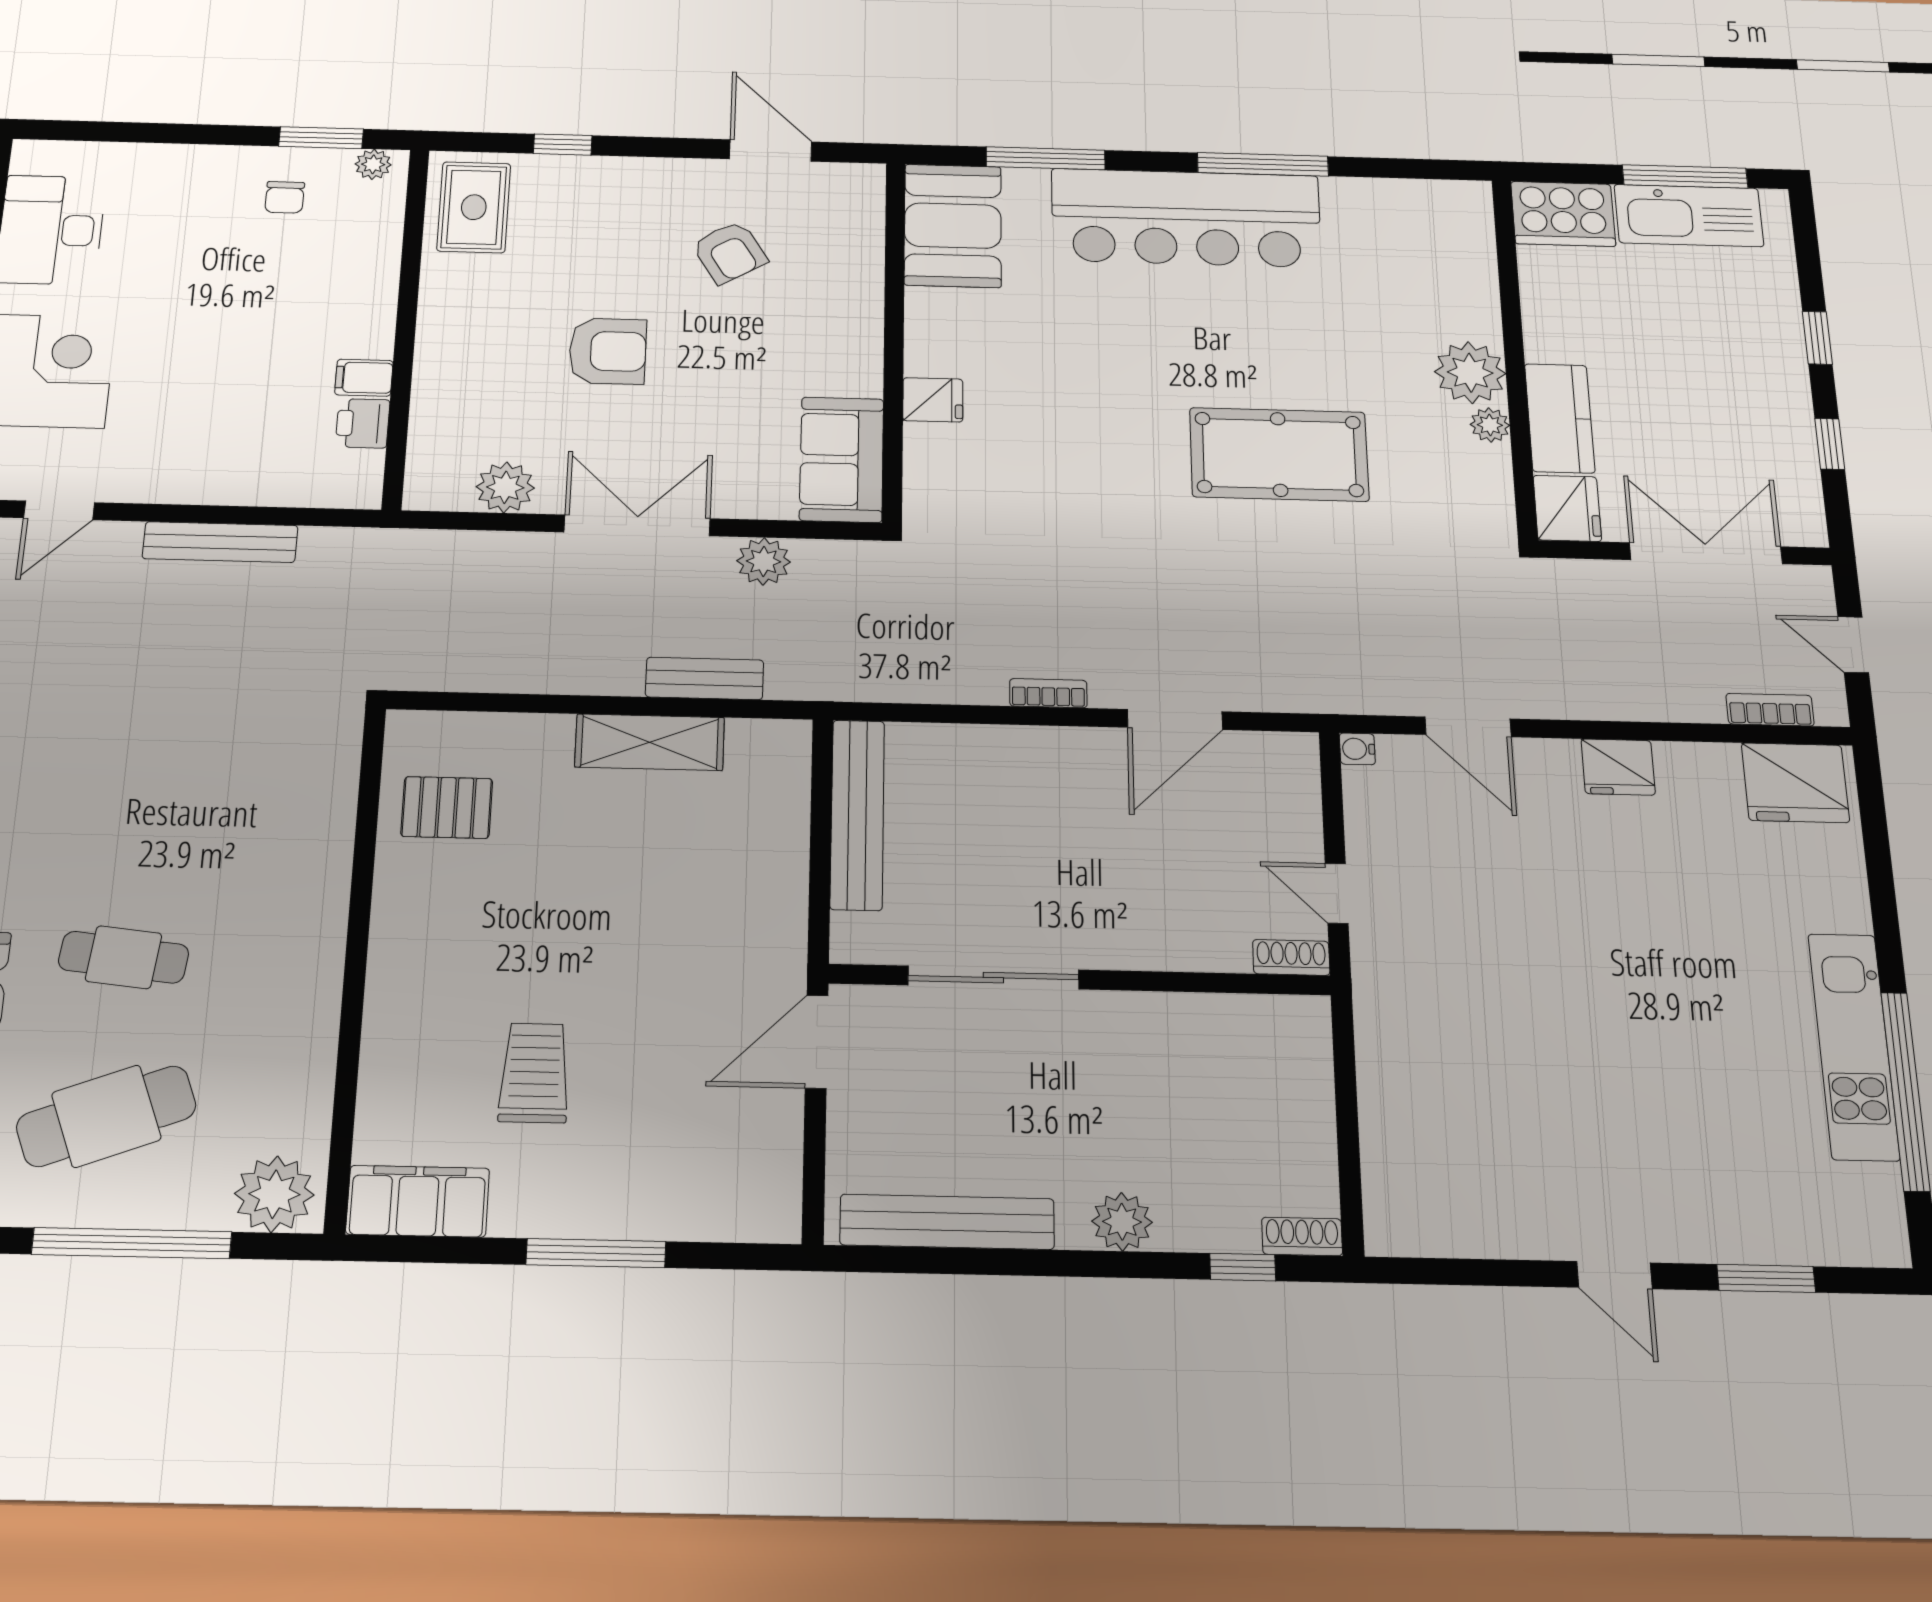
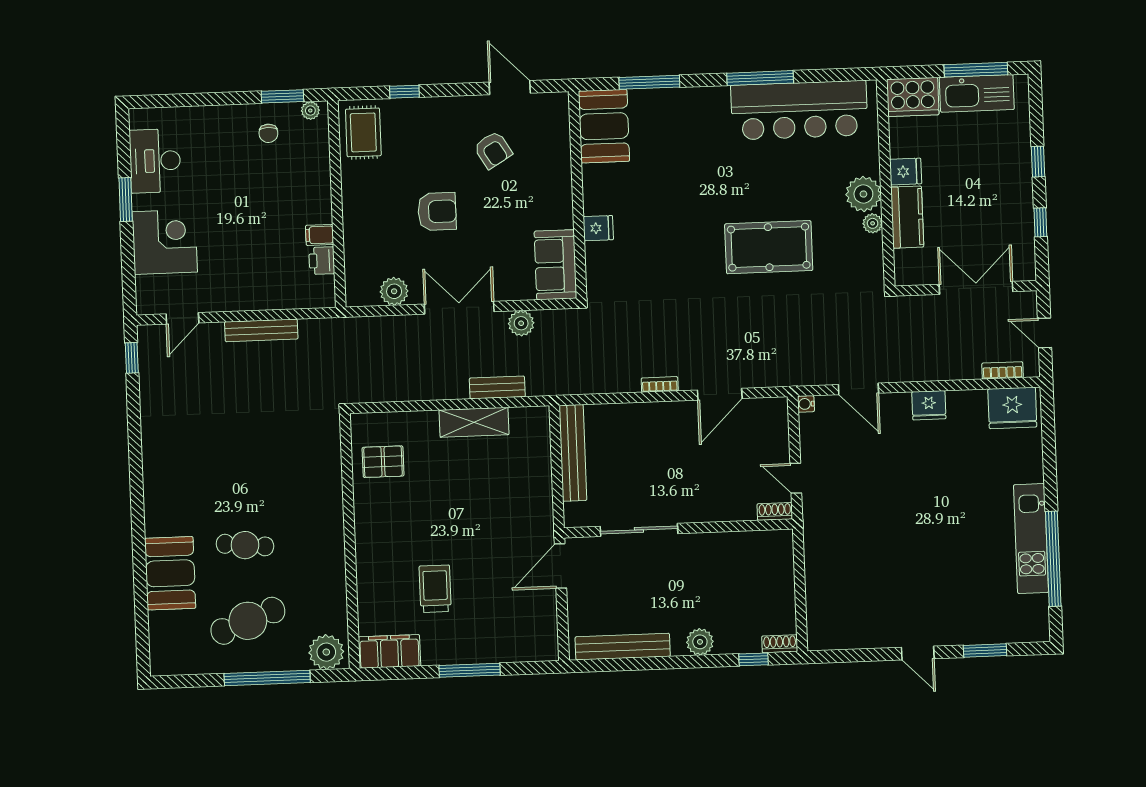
bar counter: (1186, 218) -> (799, 110), moved
fridge: (1567, 508) -> (906, 172), moved, width x0.72

